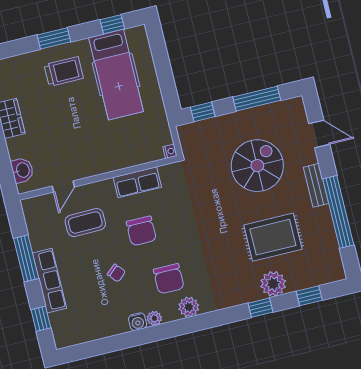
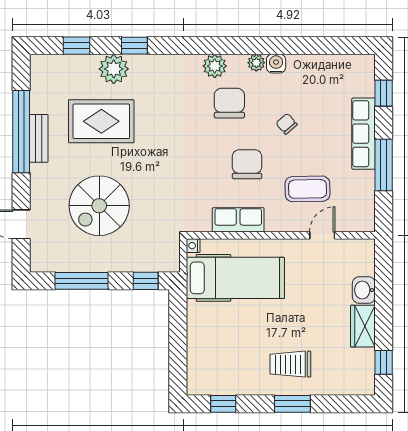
hospital bed: (116, 75) -> (235, 278), moved, turned 90
washbasin: (22, 170) -> (364, 290), moved
bench: (316, 185) -> (39, 138), moved

